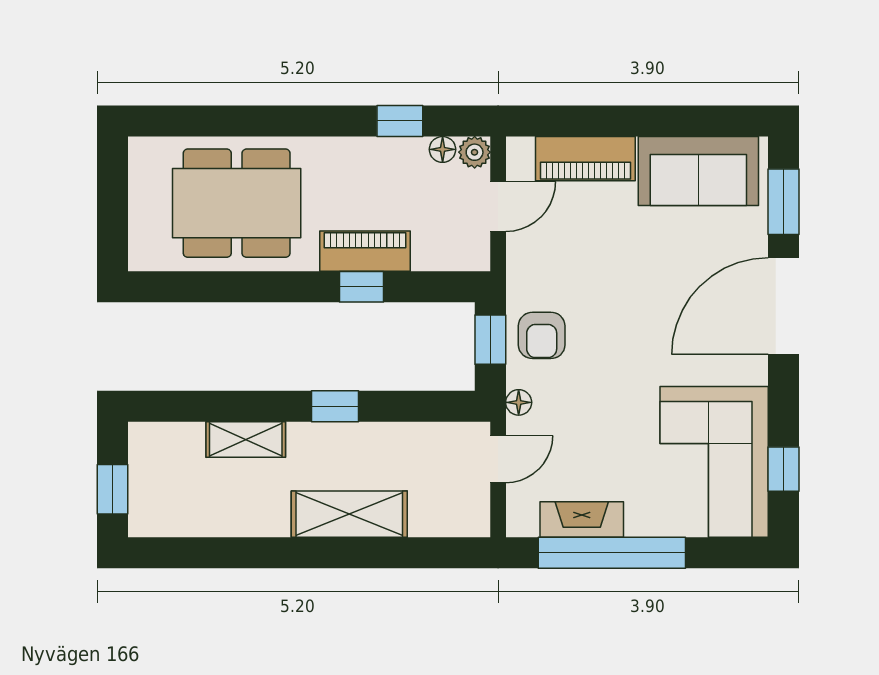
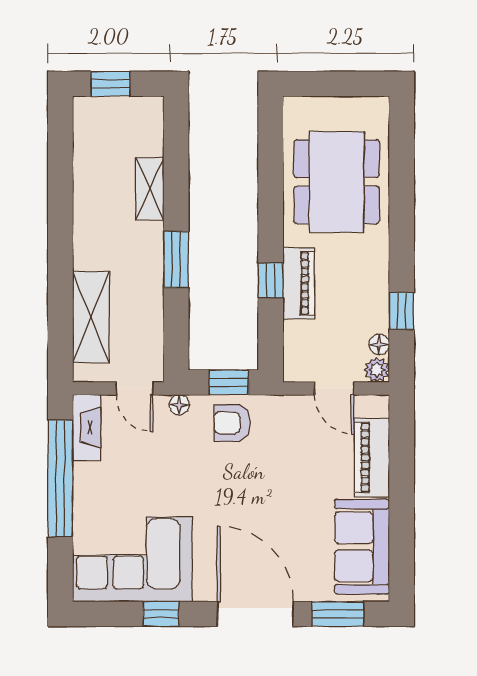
window: (335, 406) -> (176, 260), width x1.50
window: (783, 469) -> (161, 614), moved
shelving: (349, 514) -> (91, 317), moved
fireplace: (582, 520) -> (87, 427), moved

